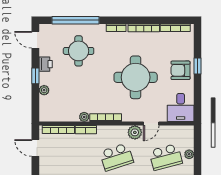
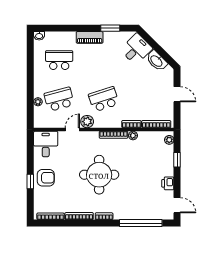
round table: (79, 51) -> (138, 195), removed
window: (35, 76) -> (177, 160), moved
round table: (136, 77) -> (99, 175), moved
plant: (44, 90) -> (169, 140), moved
door: (35, 148) -> (177, 94), moved

